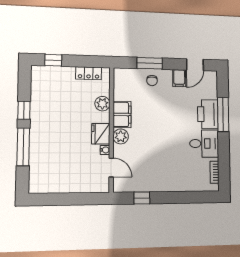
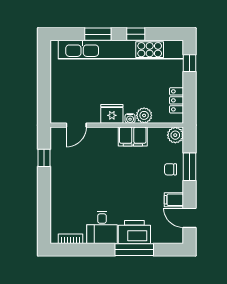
kitchen unit: (39, 125) -> (121, 50), added
plant: (121, 136) -> (175, 135), moved
window: (23, 147) -> (98, 34), width x0.69
water cooler: (105, 150) -> (130, 118), moved

